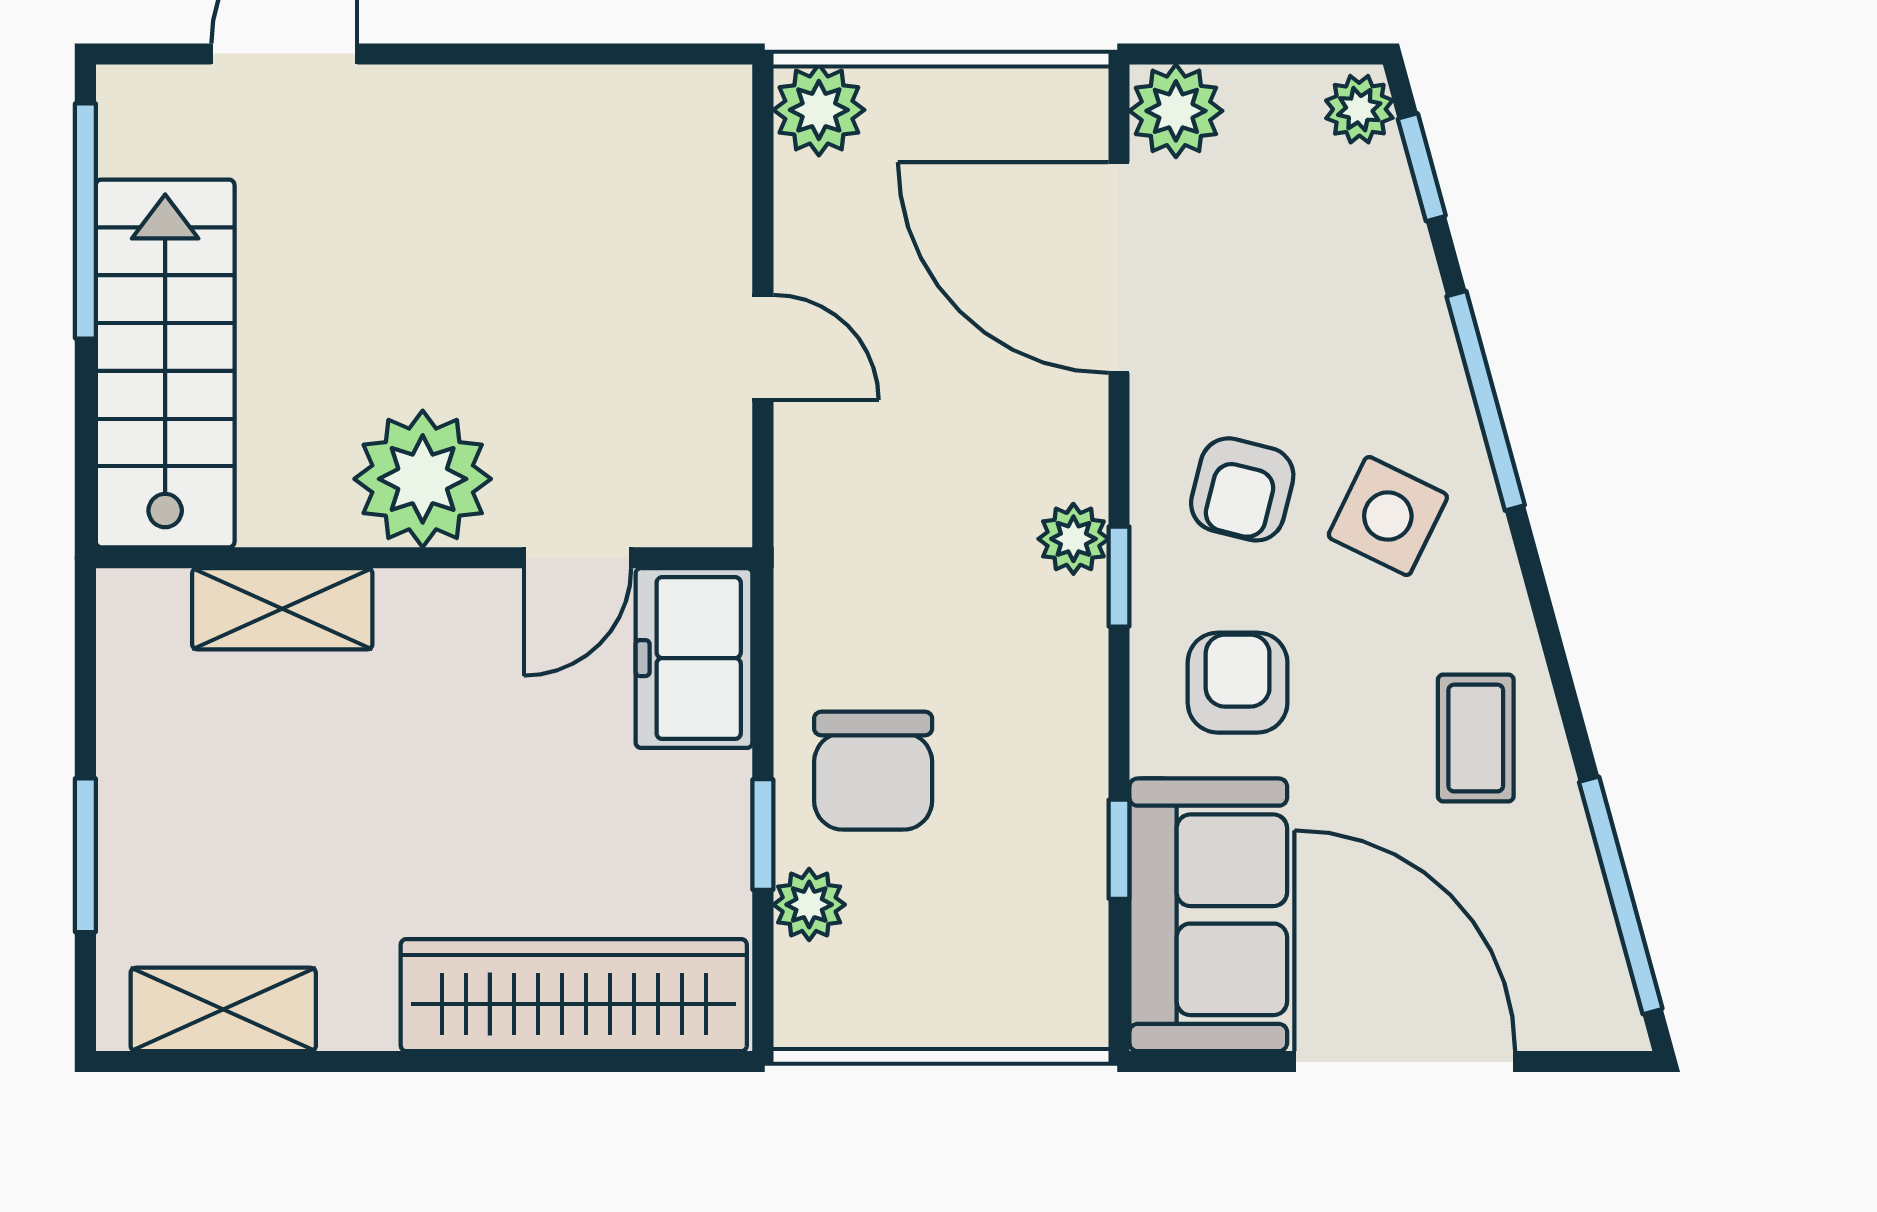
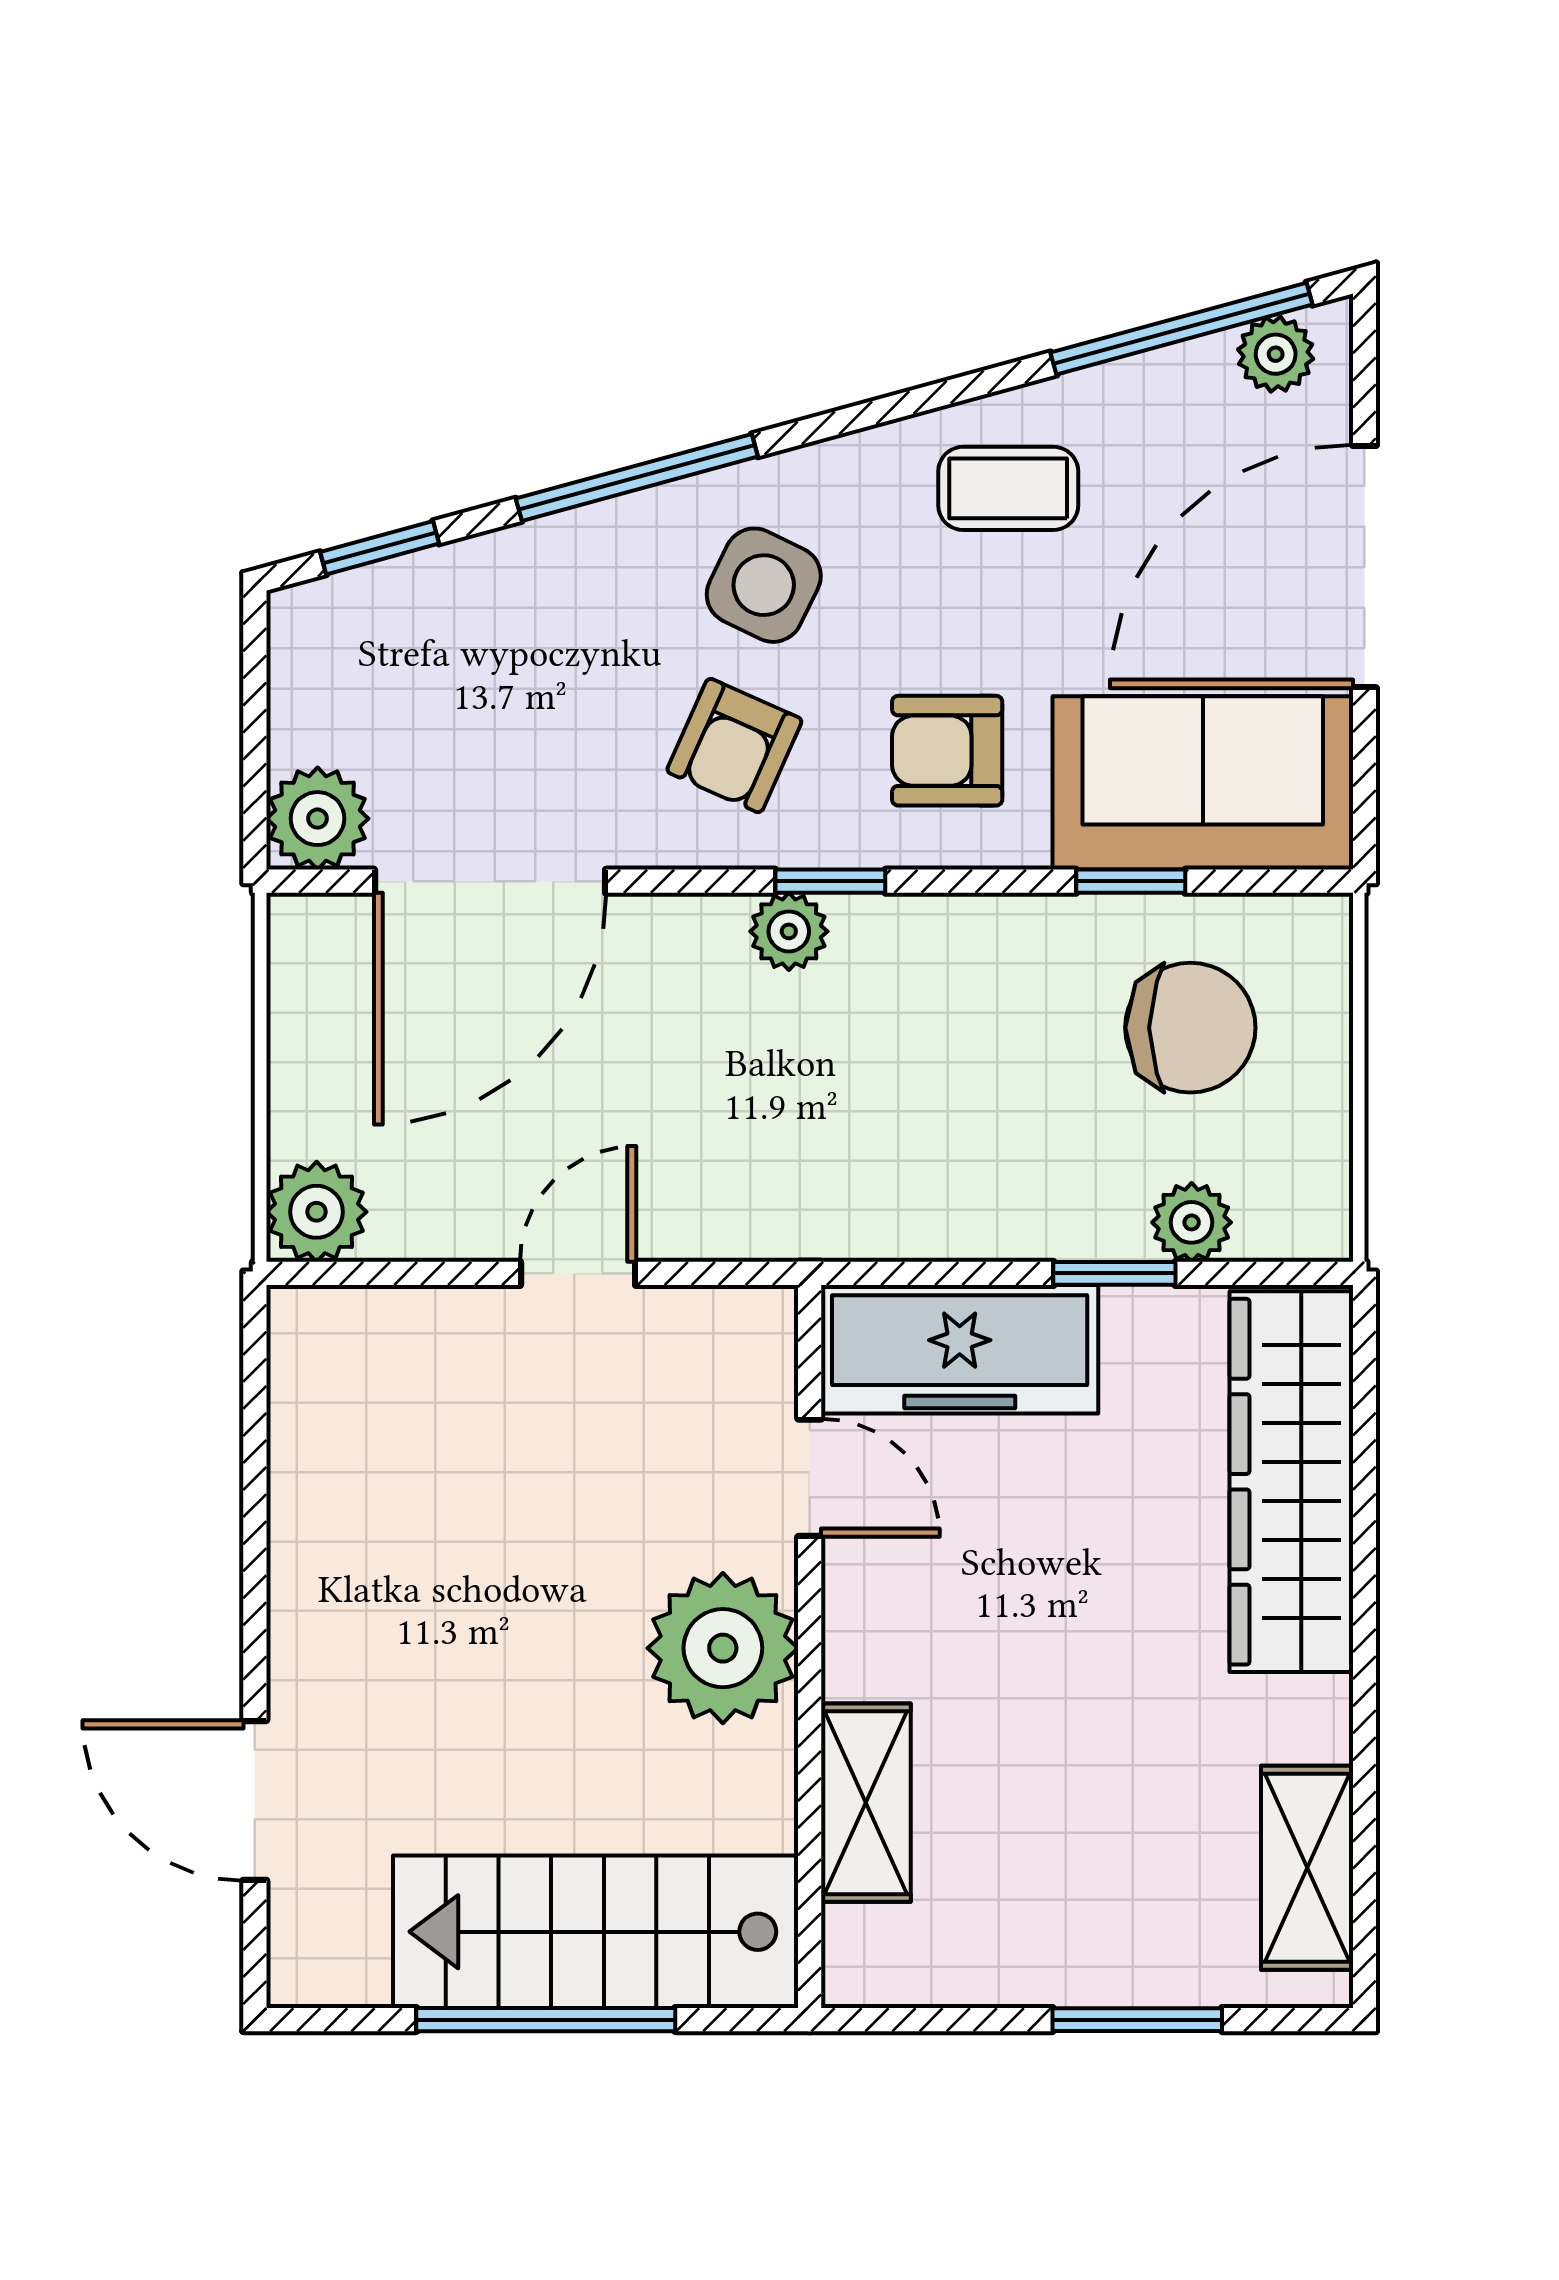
plant: (1359, 109) -> (1276, 354), moved
window: (85, 221) -> (546, 2020), moved
armchair: (1242, 489) -> (734, 746), turned 100
freezer: (694, 658) -> (960, 1349), width x1.40
chair: (873, 771) -> (1190, 1028), moved

